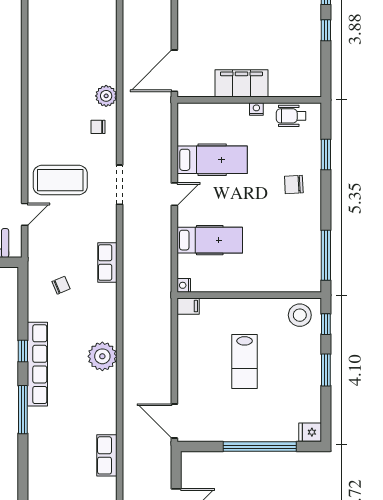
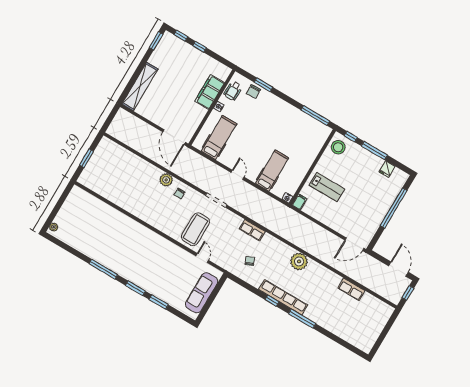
filing cabinet: (241, 83) -> (210, 92), moved
hospital bed: (212, 160) -> (219, 138), moved
chair: (294, 184) -> (253, 92), moved
lab bench: (245, 362) -> (327, 187), moved
window: (326, 370) -> (374, 151), width x1.44
fridge: (310, 432) -> (387, 169), moved

